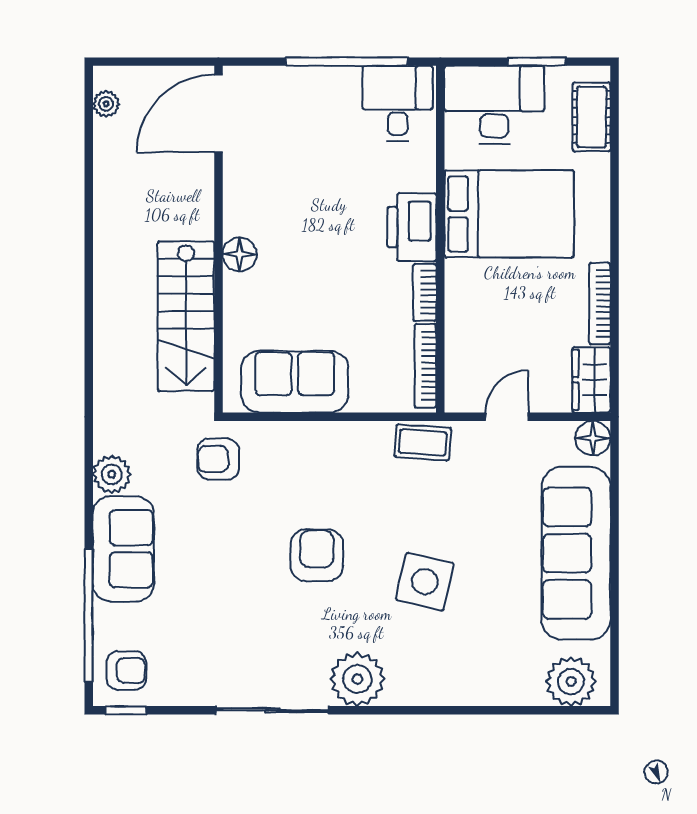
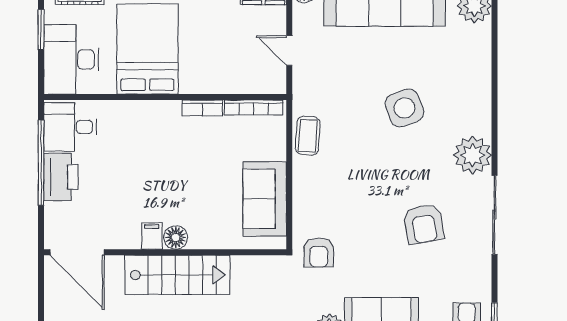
filing cabinet: (242, 220) -> (152, 236), added
printer: (412, 227) -> (61, 177), moved, turned -90
stairs: (186, 316) -> (177, 275), moved
coffee table: (423, 442) -> (308, 136), moved
armchair: (317, 555) -> (424, 224), moved, turned -100
side table: (425, 582) -> (404, 108), turned -34

